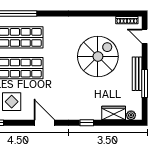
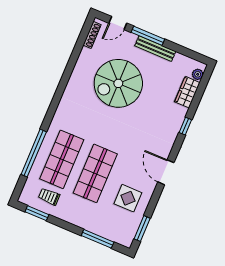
spiral stairs: (98, 56) -> (118, 83), turned -90
window: (145, 84) -> (148, 36), moved
door: (44, 123) -> (166, 172), hinge flipped

